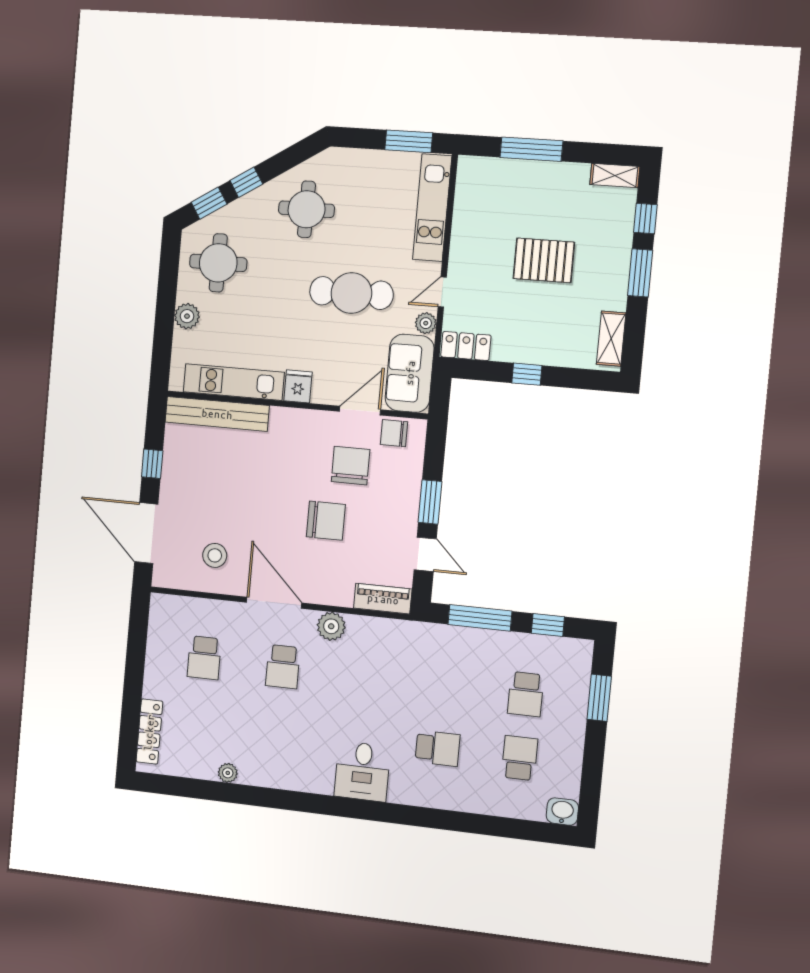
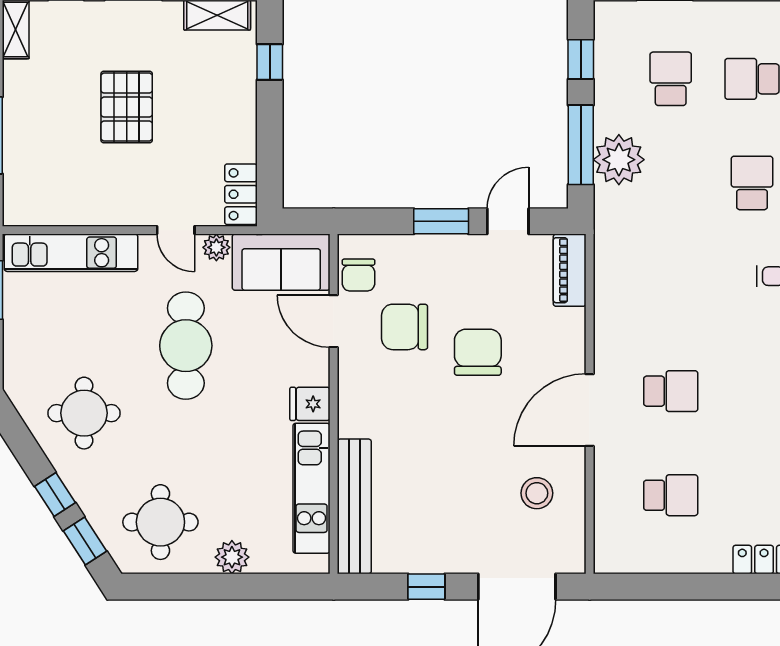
window: (527, 374) -> (270, 62), moved
plant: (331, 626) -> (619, 160), moved, width x1.36, depth x1.36
school desk: (526, 694) -> (671, 79), turned -90

